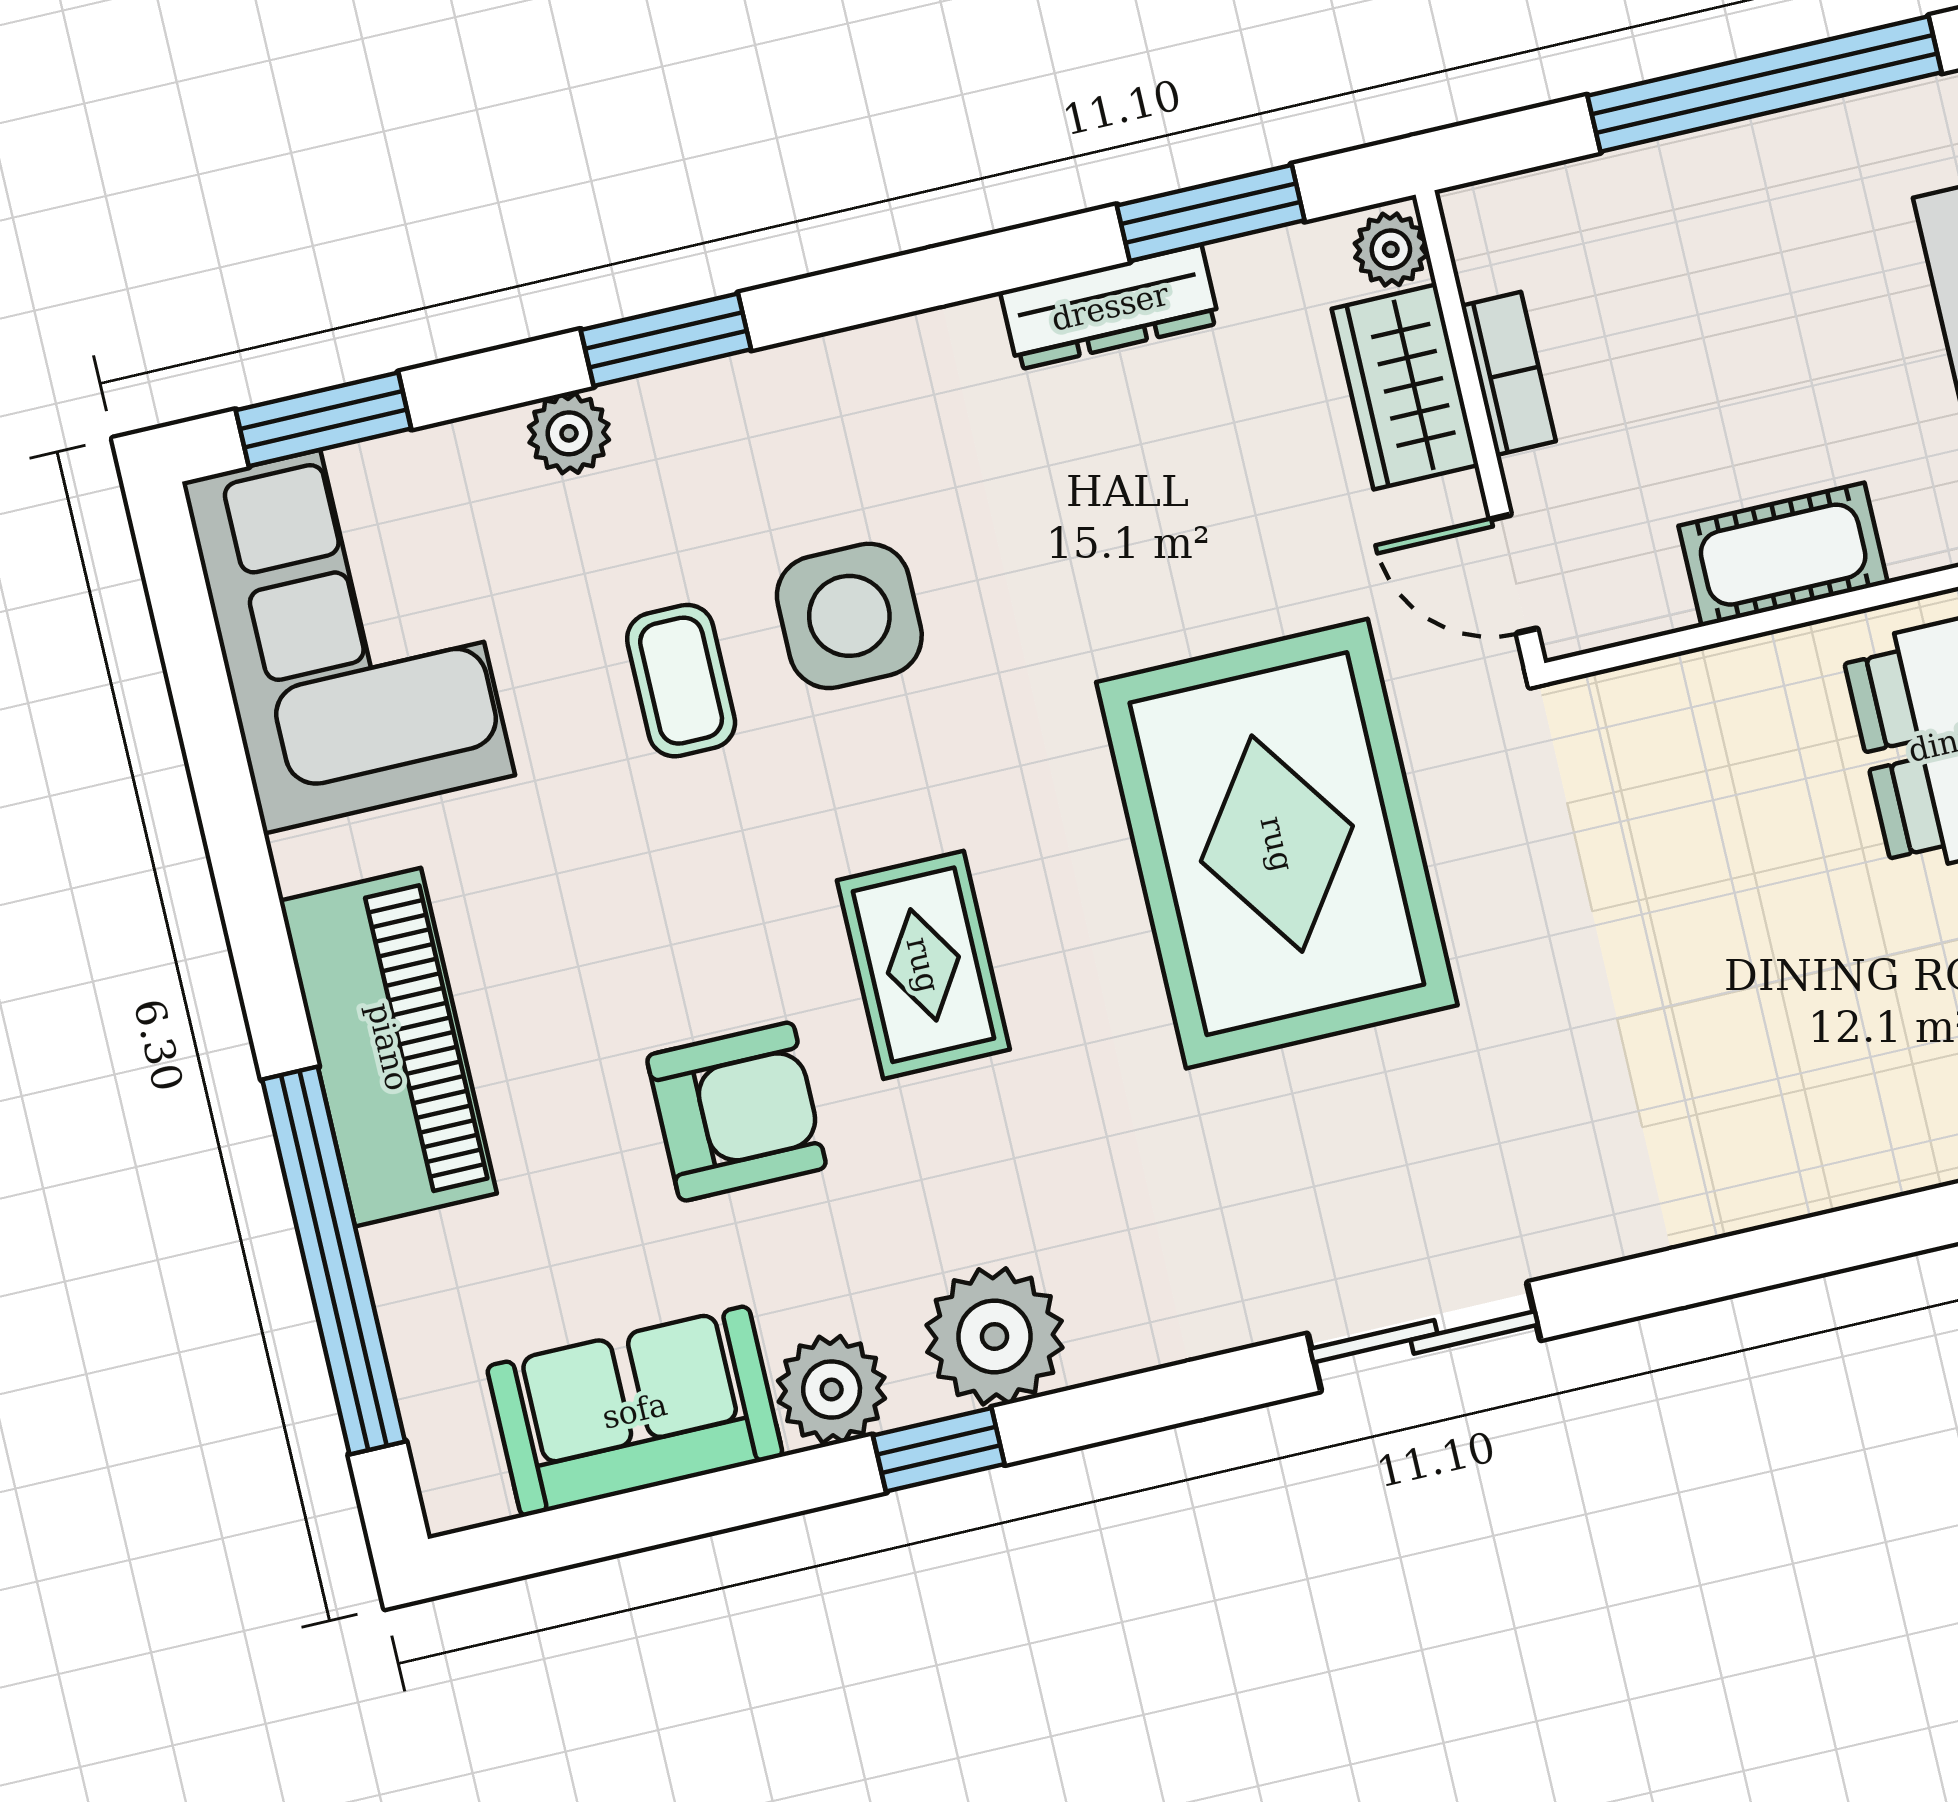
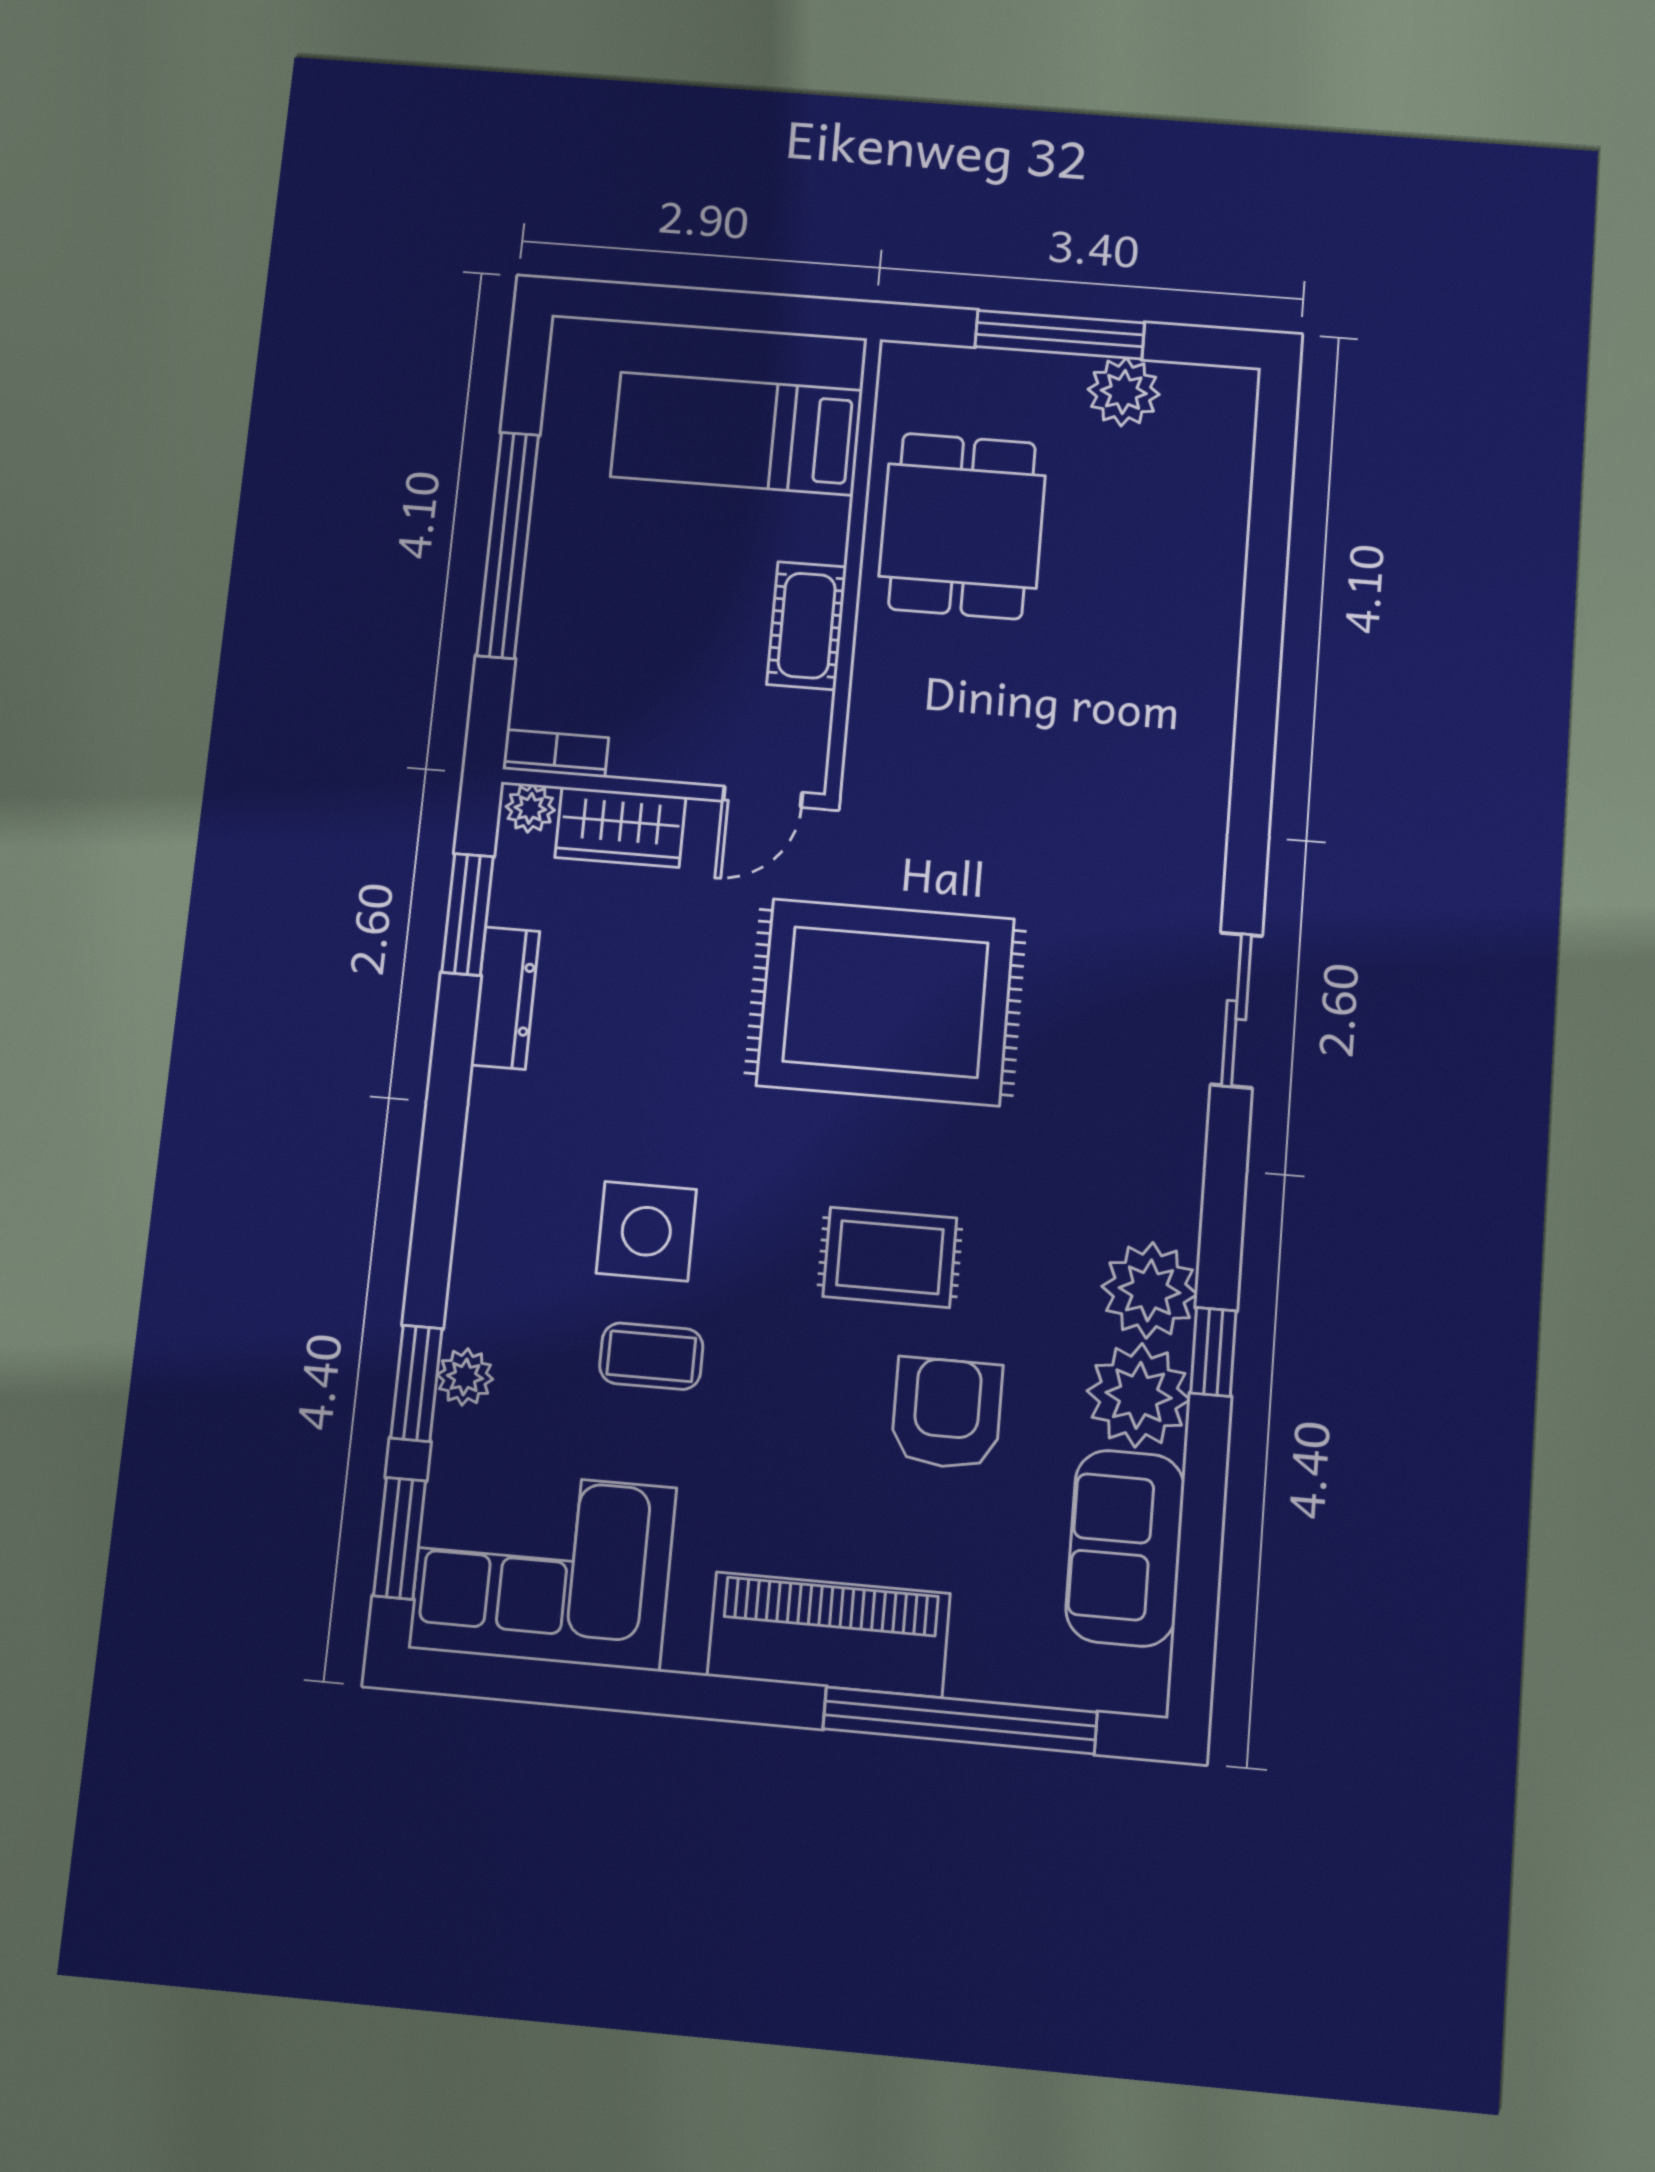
window: (666, 340) -> (416, 1383), moved
bookcase: (1508, 374) -> (556, 753), moved
plant: (832, 1390) -> (1139, 1395), width x1.36, depth x1.36

